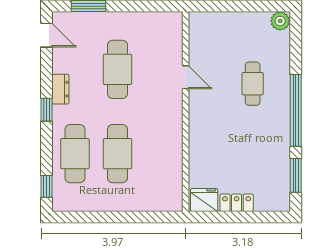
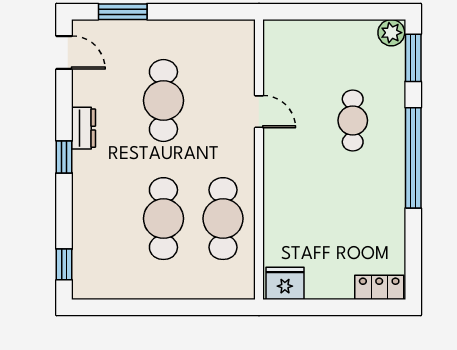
cafe table: (75, 154) -> (223, 219), moved
window: (296, 175) -> (413, 58), moved
locker: (237, 203) -> (379, 287), moved

